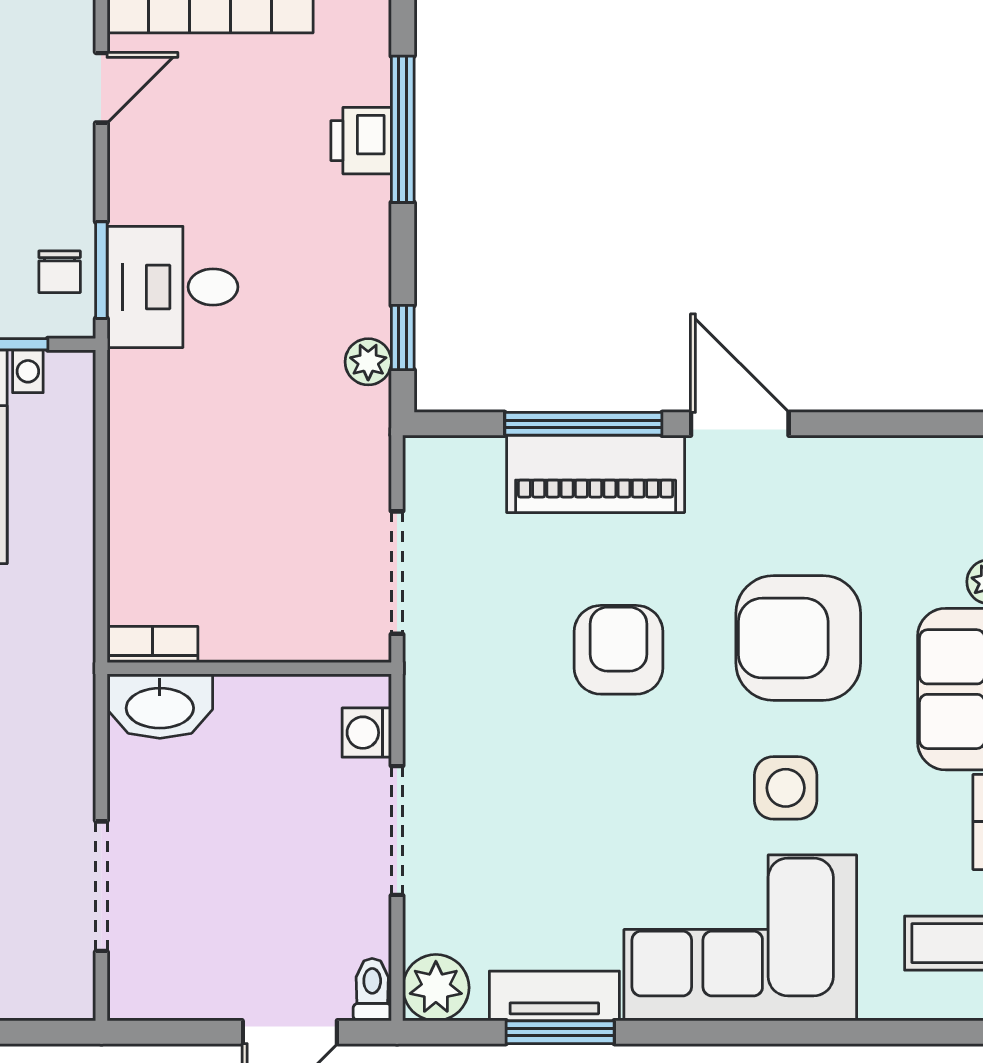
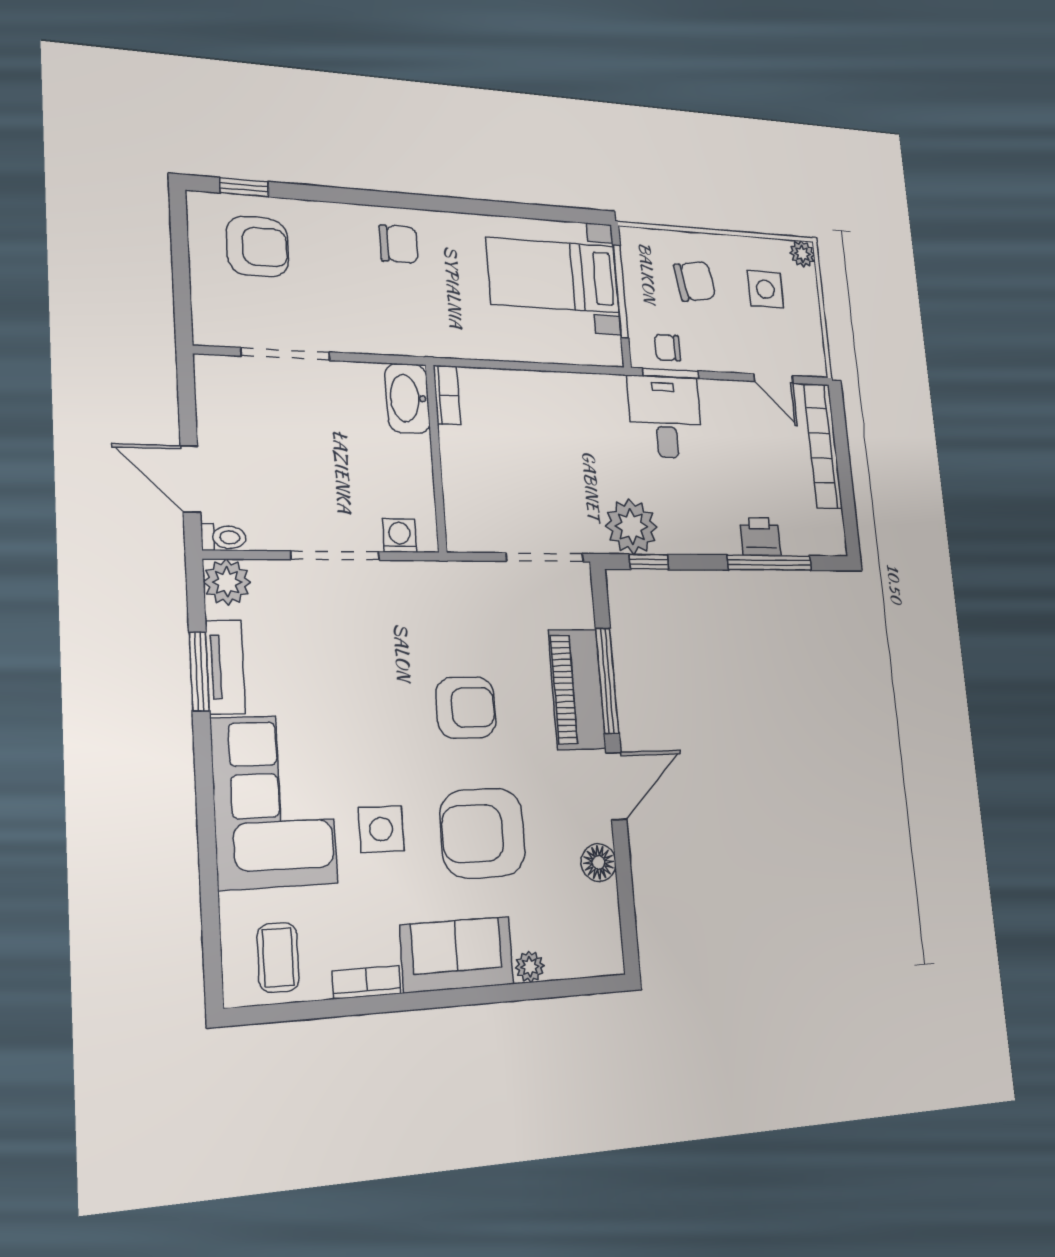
plant: (368, 362) -> (631, 526), width x1.88, depth x1.88
floor lamp: (849, 463) -> (598, 862), added
doorway: (397, 573) -> (545, 557), moved
armchair: (798, 638) -> (483, 833), turned -90

